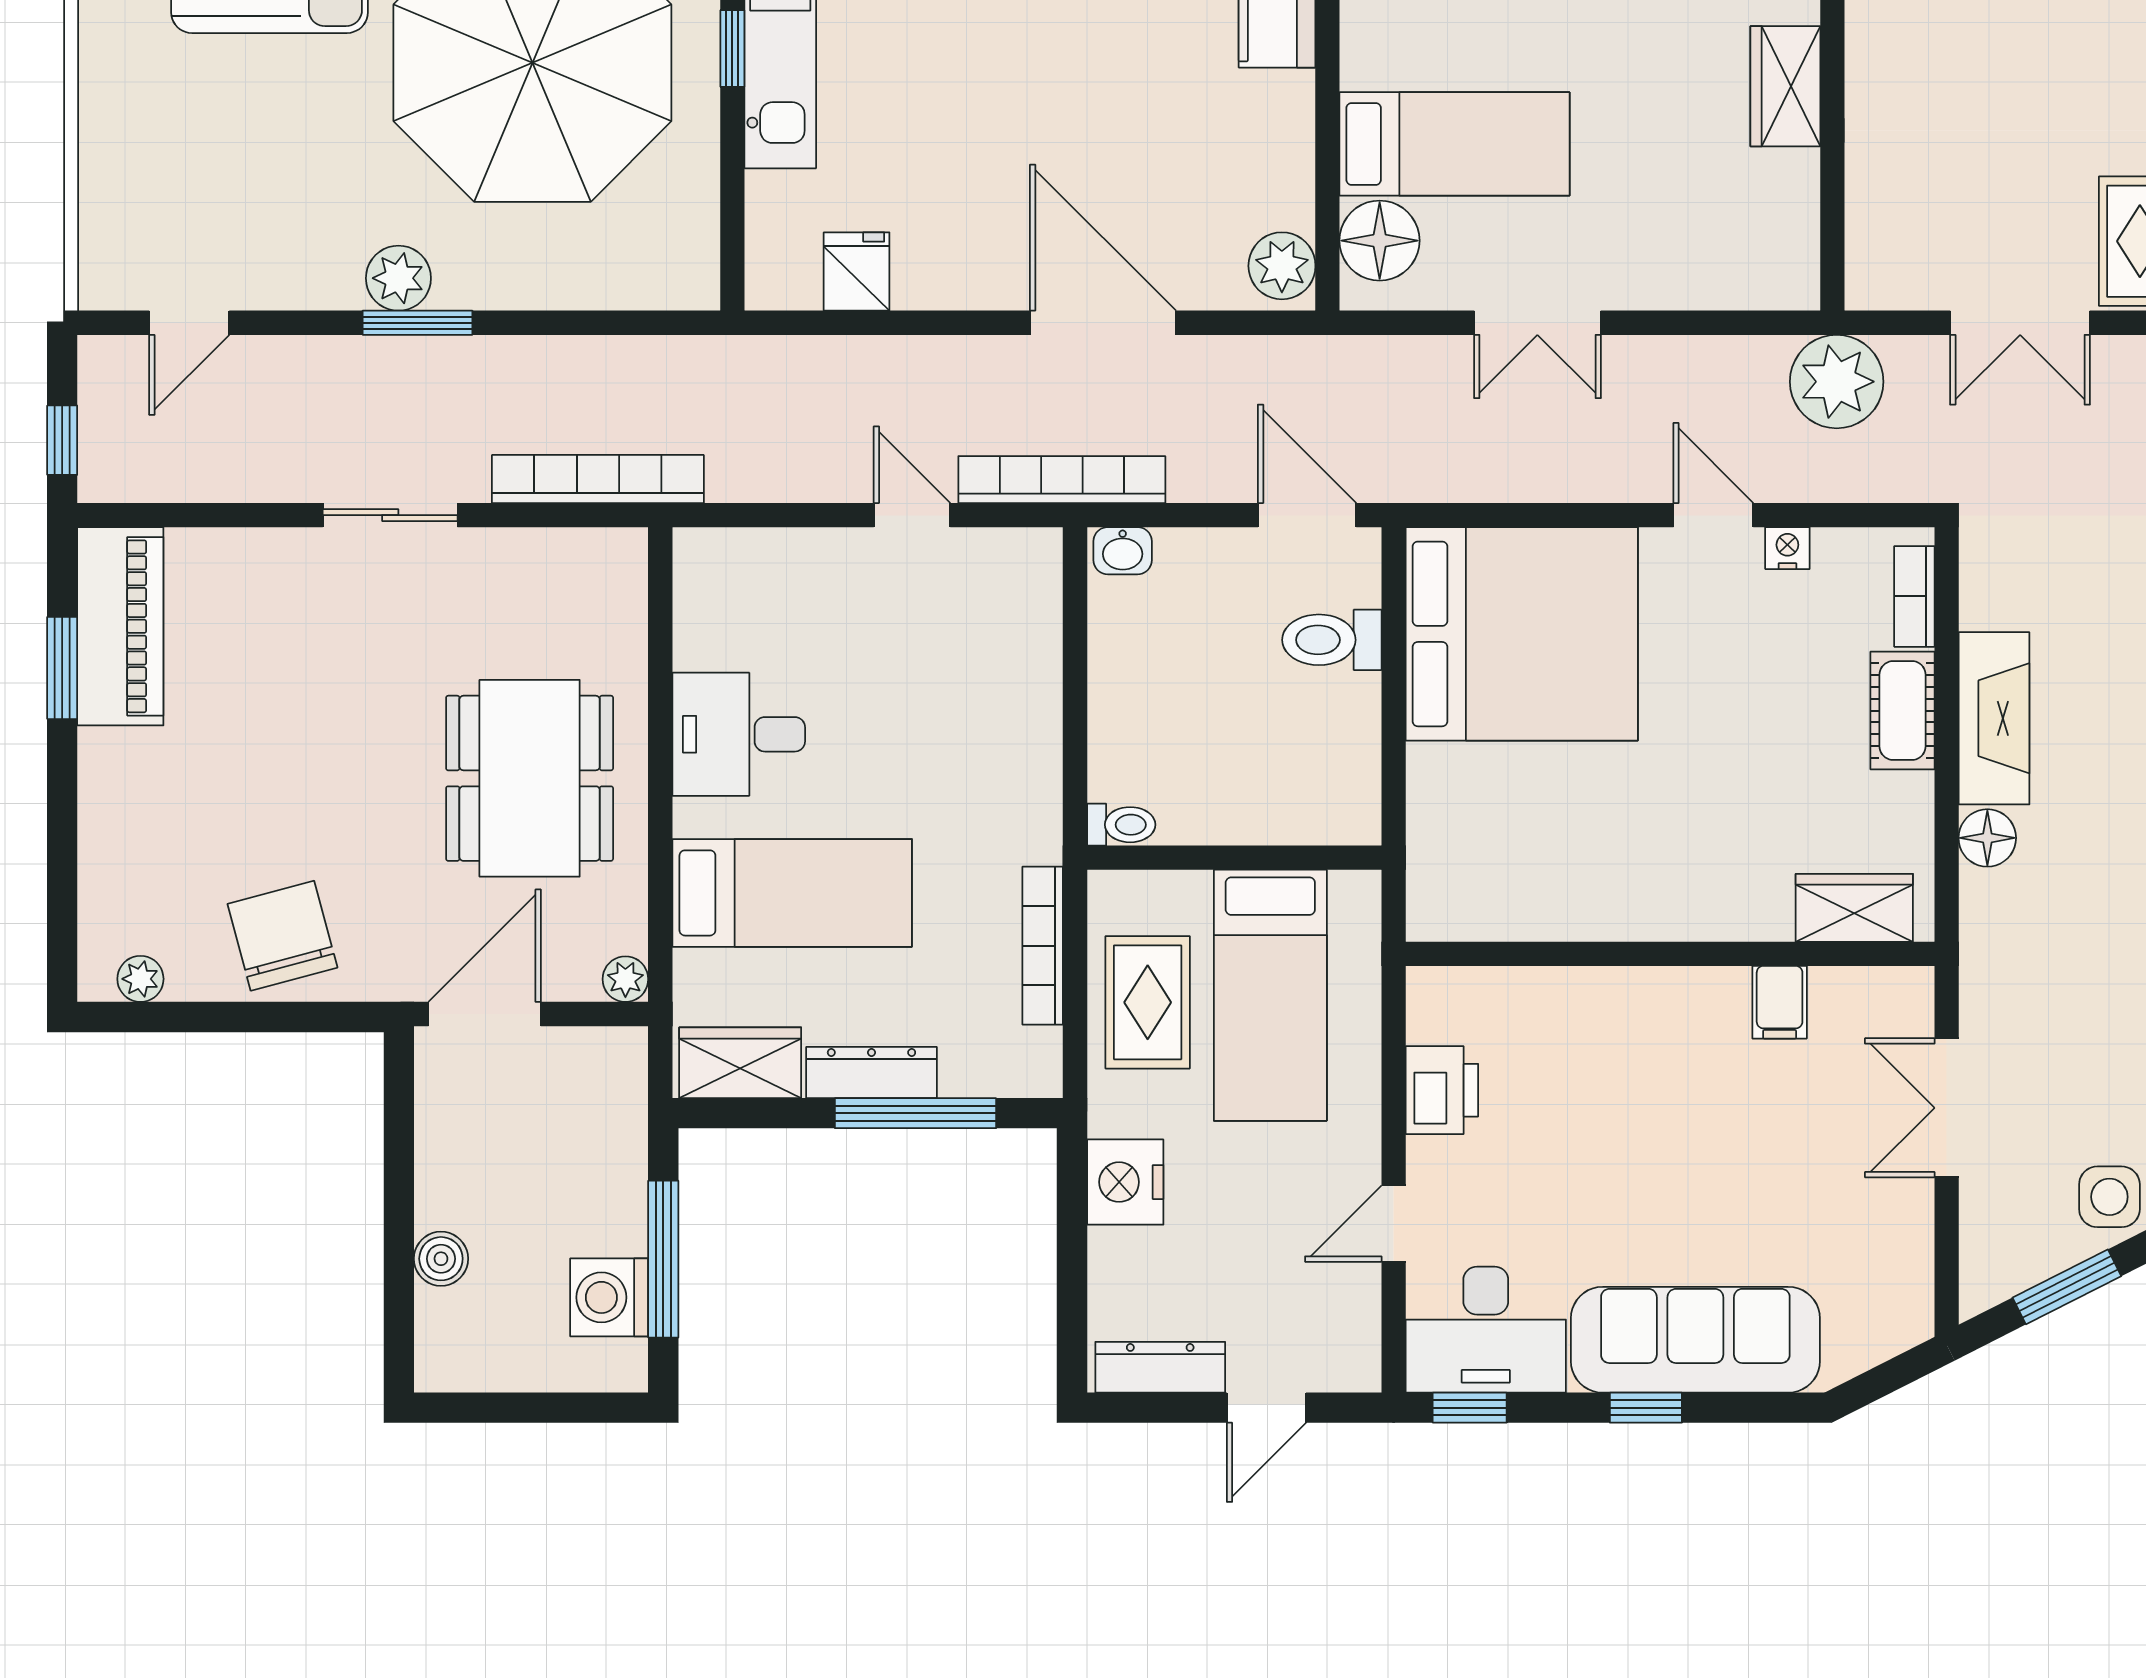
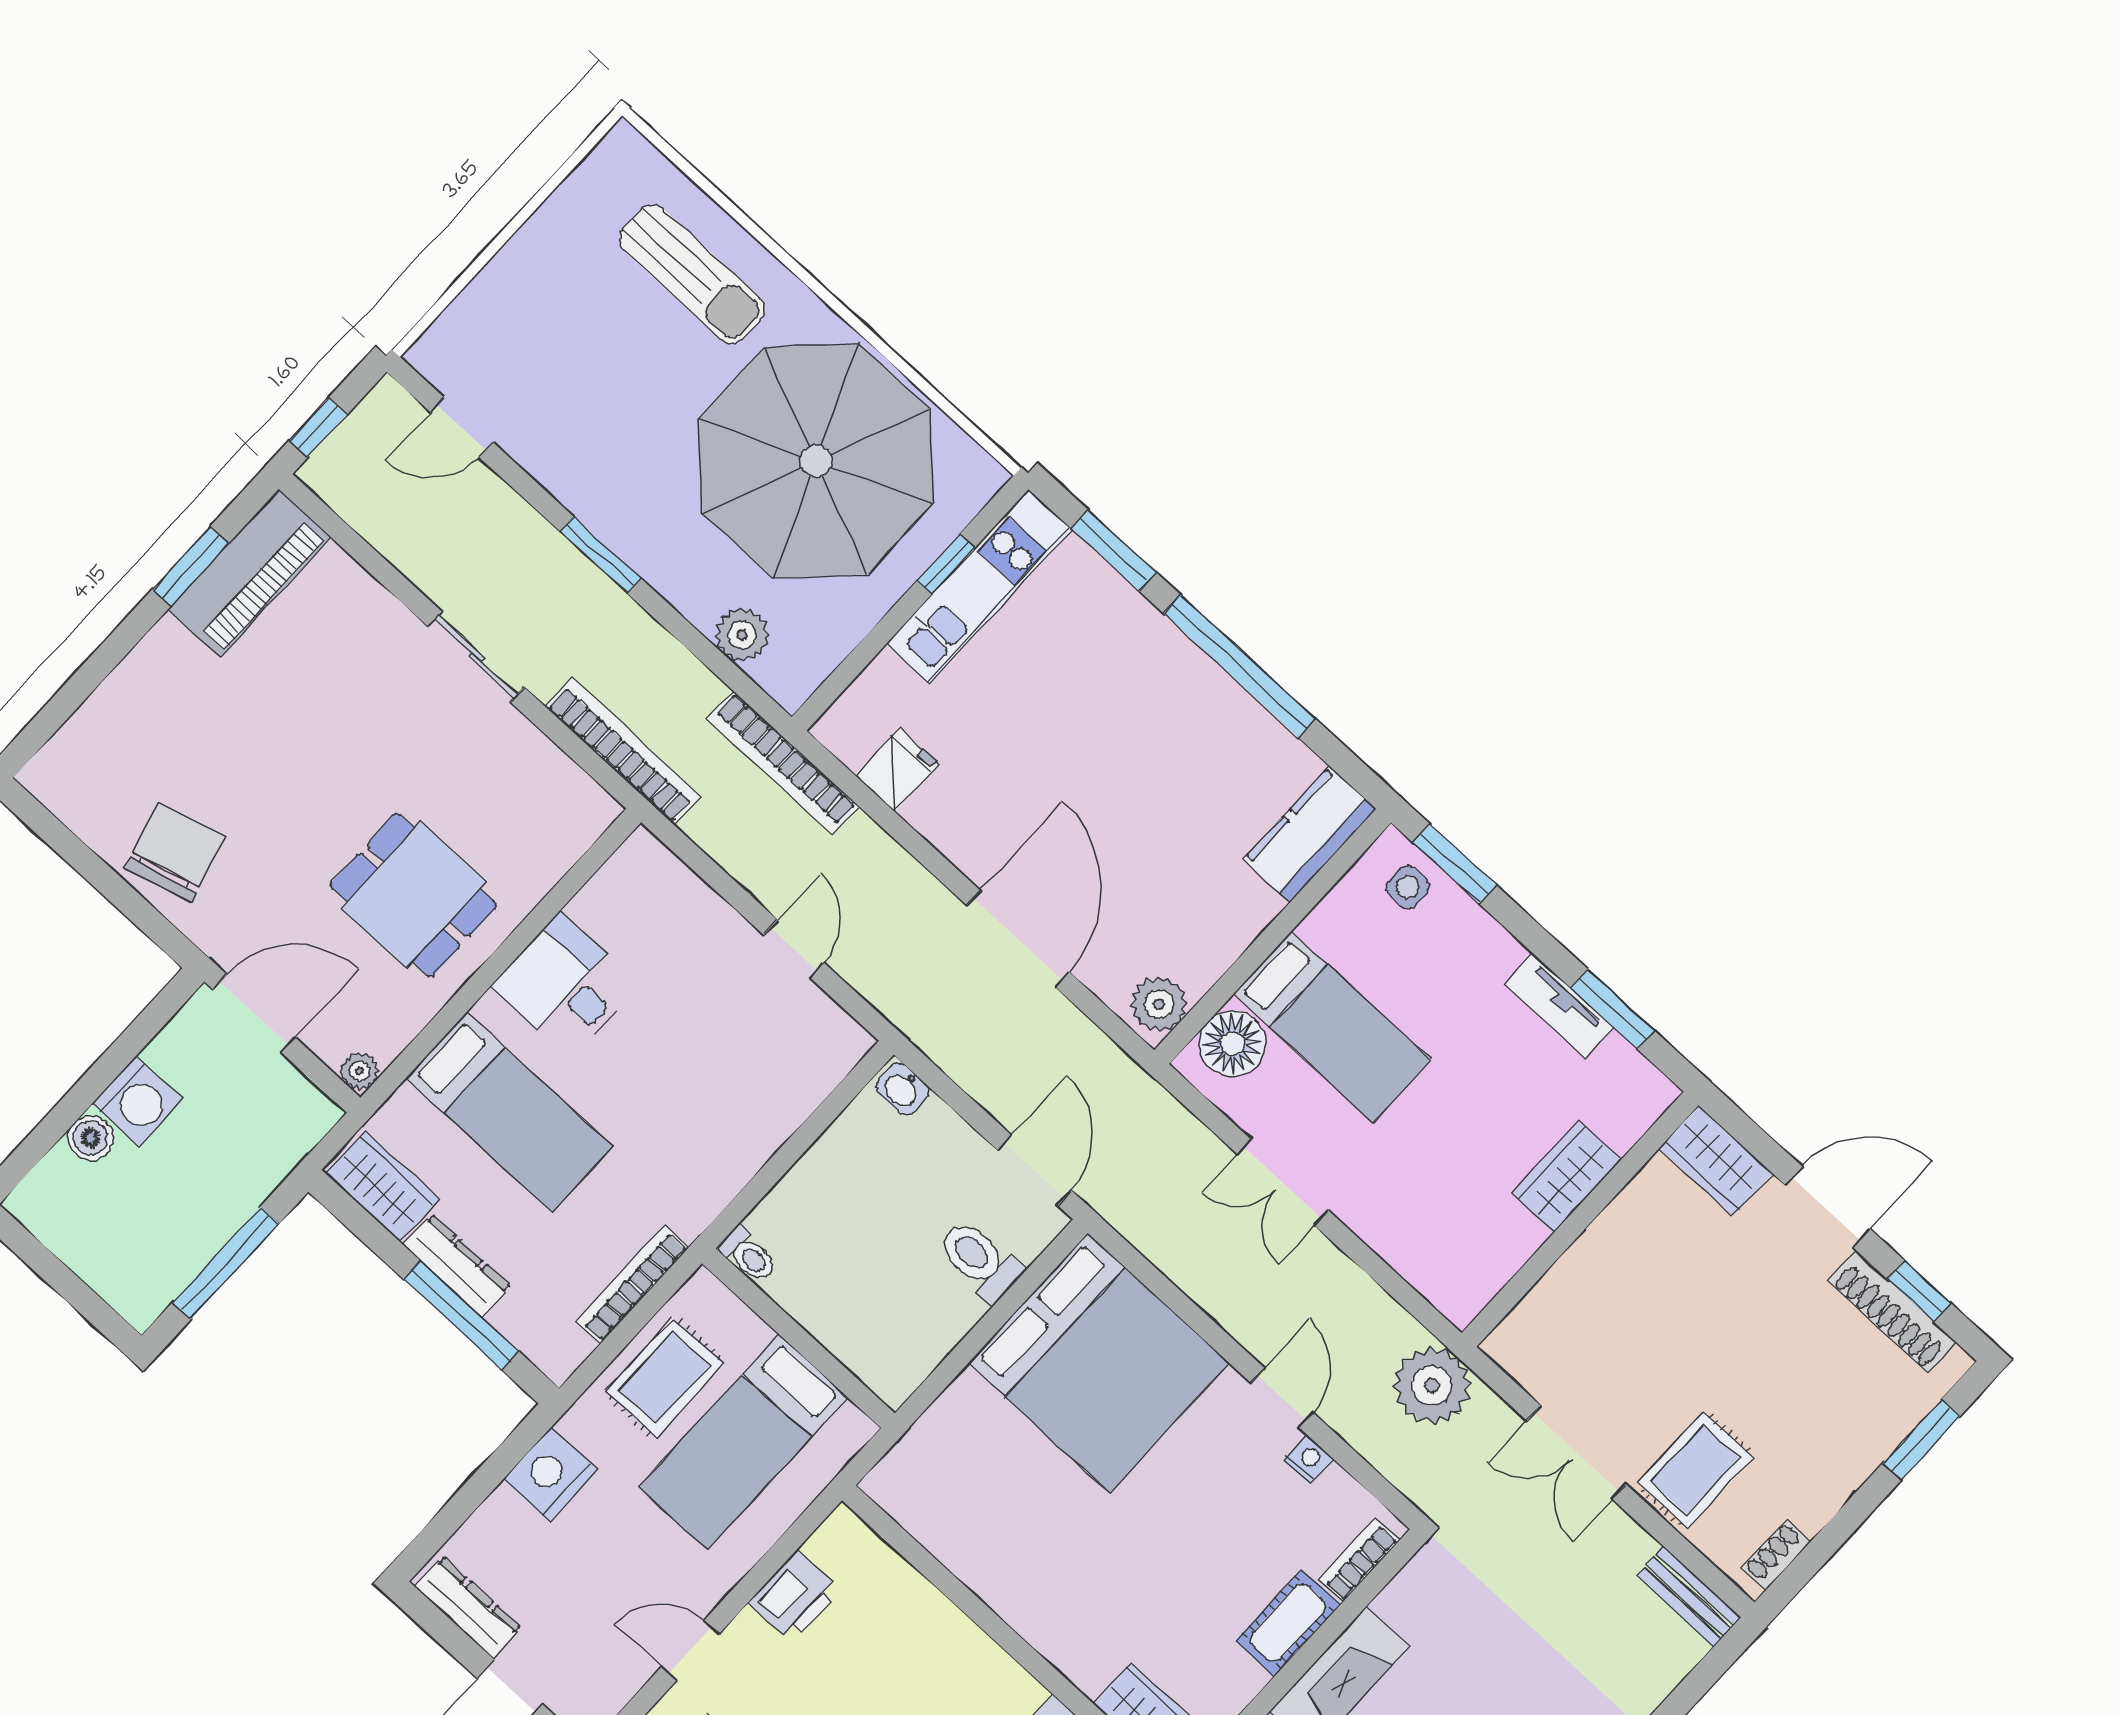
plant: (398, 278) -> (742, 635), moved
bookcase: (1062, 480) -> (783, 762), moved, turned 180
dining table: (530, 778) -> (414, 895), width x0.73
plant: (140, 979) -> (64, 799), removed
washing machine: (609, 1297) -> (138, 1102), moved, turned 180

